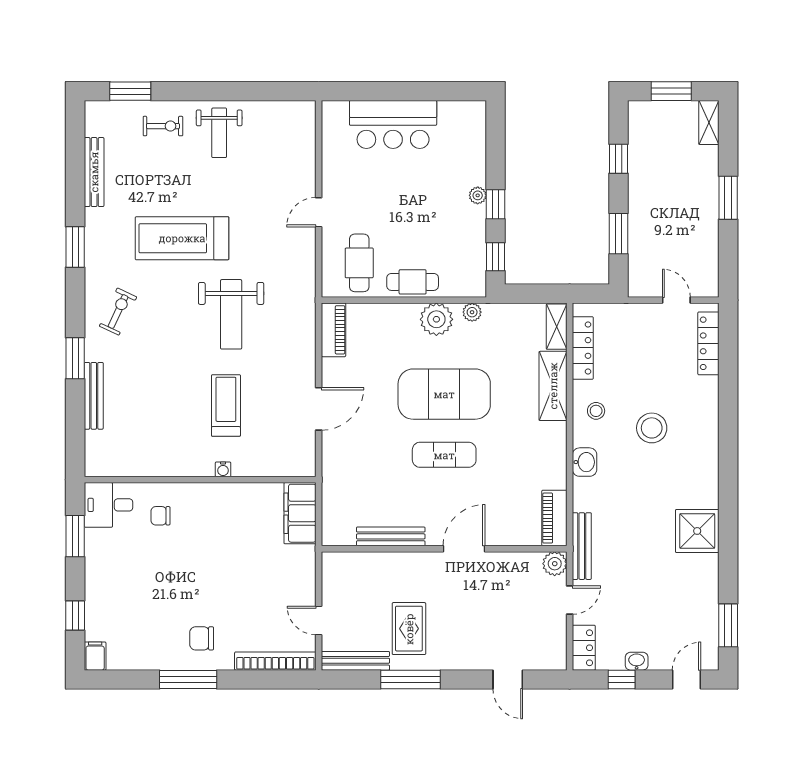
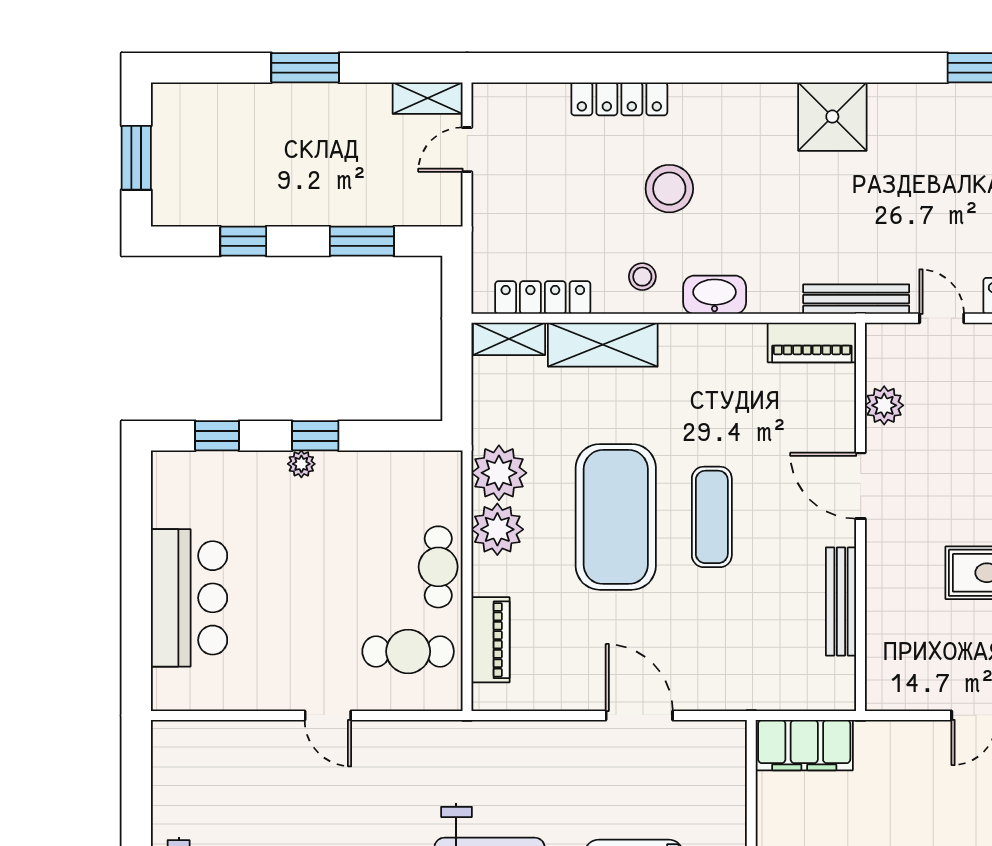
shelving: (709, 122) -> (428, 98), moved
window: (496, 257) -> (217, 436), moved
plant: (472, 312) -> (499, 473), width x1.87, depth x1.87
piano: (334, 330) -> (490, 640), moved, turned 90
locker: (708, 343) -> (619, 99), moved
washbasin: (585, 462) -> (715, 295), width x1.38
plant: (555, 564) -> (884, 405), moved

